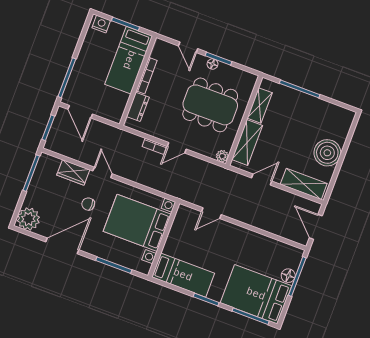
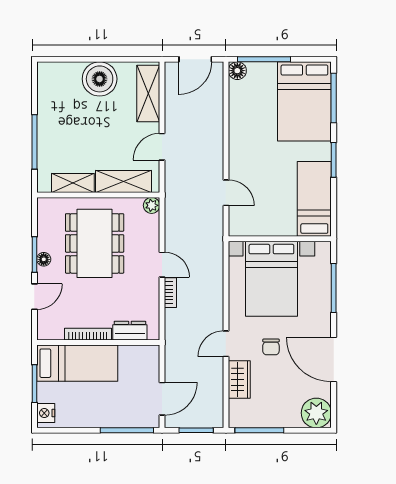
door: (262, 180) -> (162, 147), hinge flipped
floor lamp: (288, 276) -> (237, 71), moved

